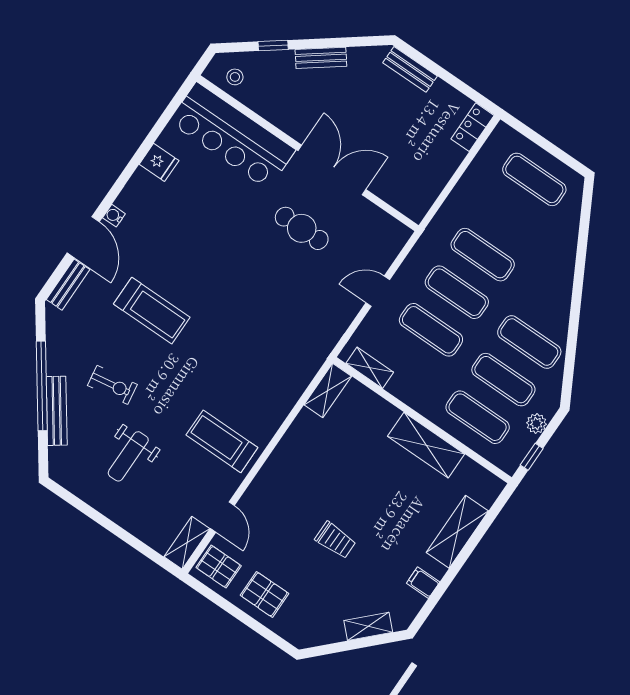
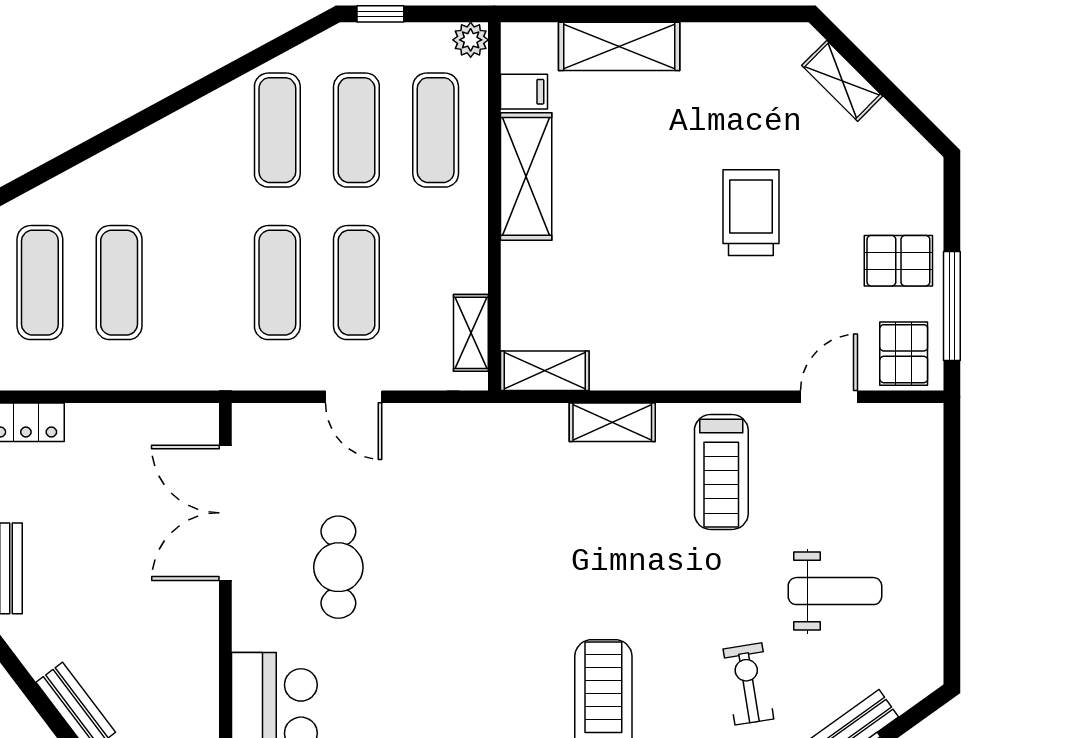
double door: (332, 170) -> (225, 513), moved
exercise mat: (483, 255) -> (119, 283), moved
plant: (536, 423) -> (471, 40), moved
window: (532, 457) -> (380, 14), moved
trolley: (335, 540) -> (751, 213), width x1.36, depth x1.39
shelving: (187, 543) -> (612, 422), moved
filing cabinet: (423, 583) -> (524, 92), moved, turned -90
pallet: (264, 594) -> (898, 261), turned 90
window: (226, 605) -> (952, 306), added

